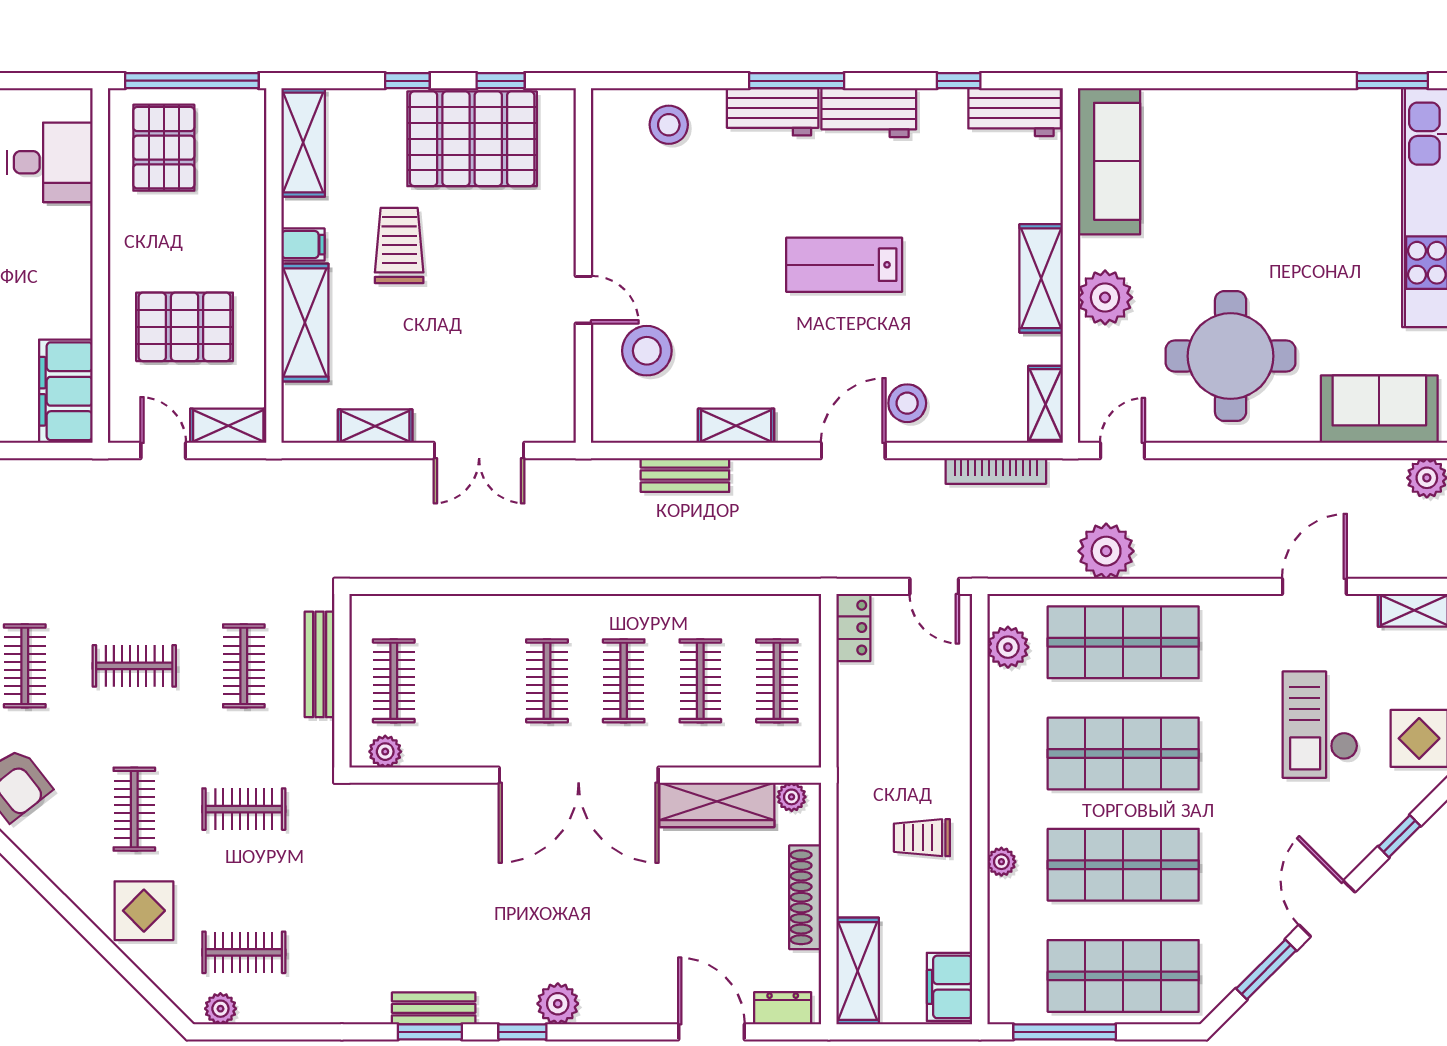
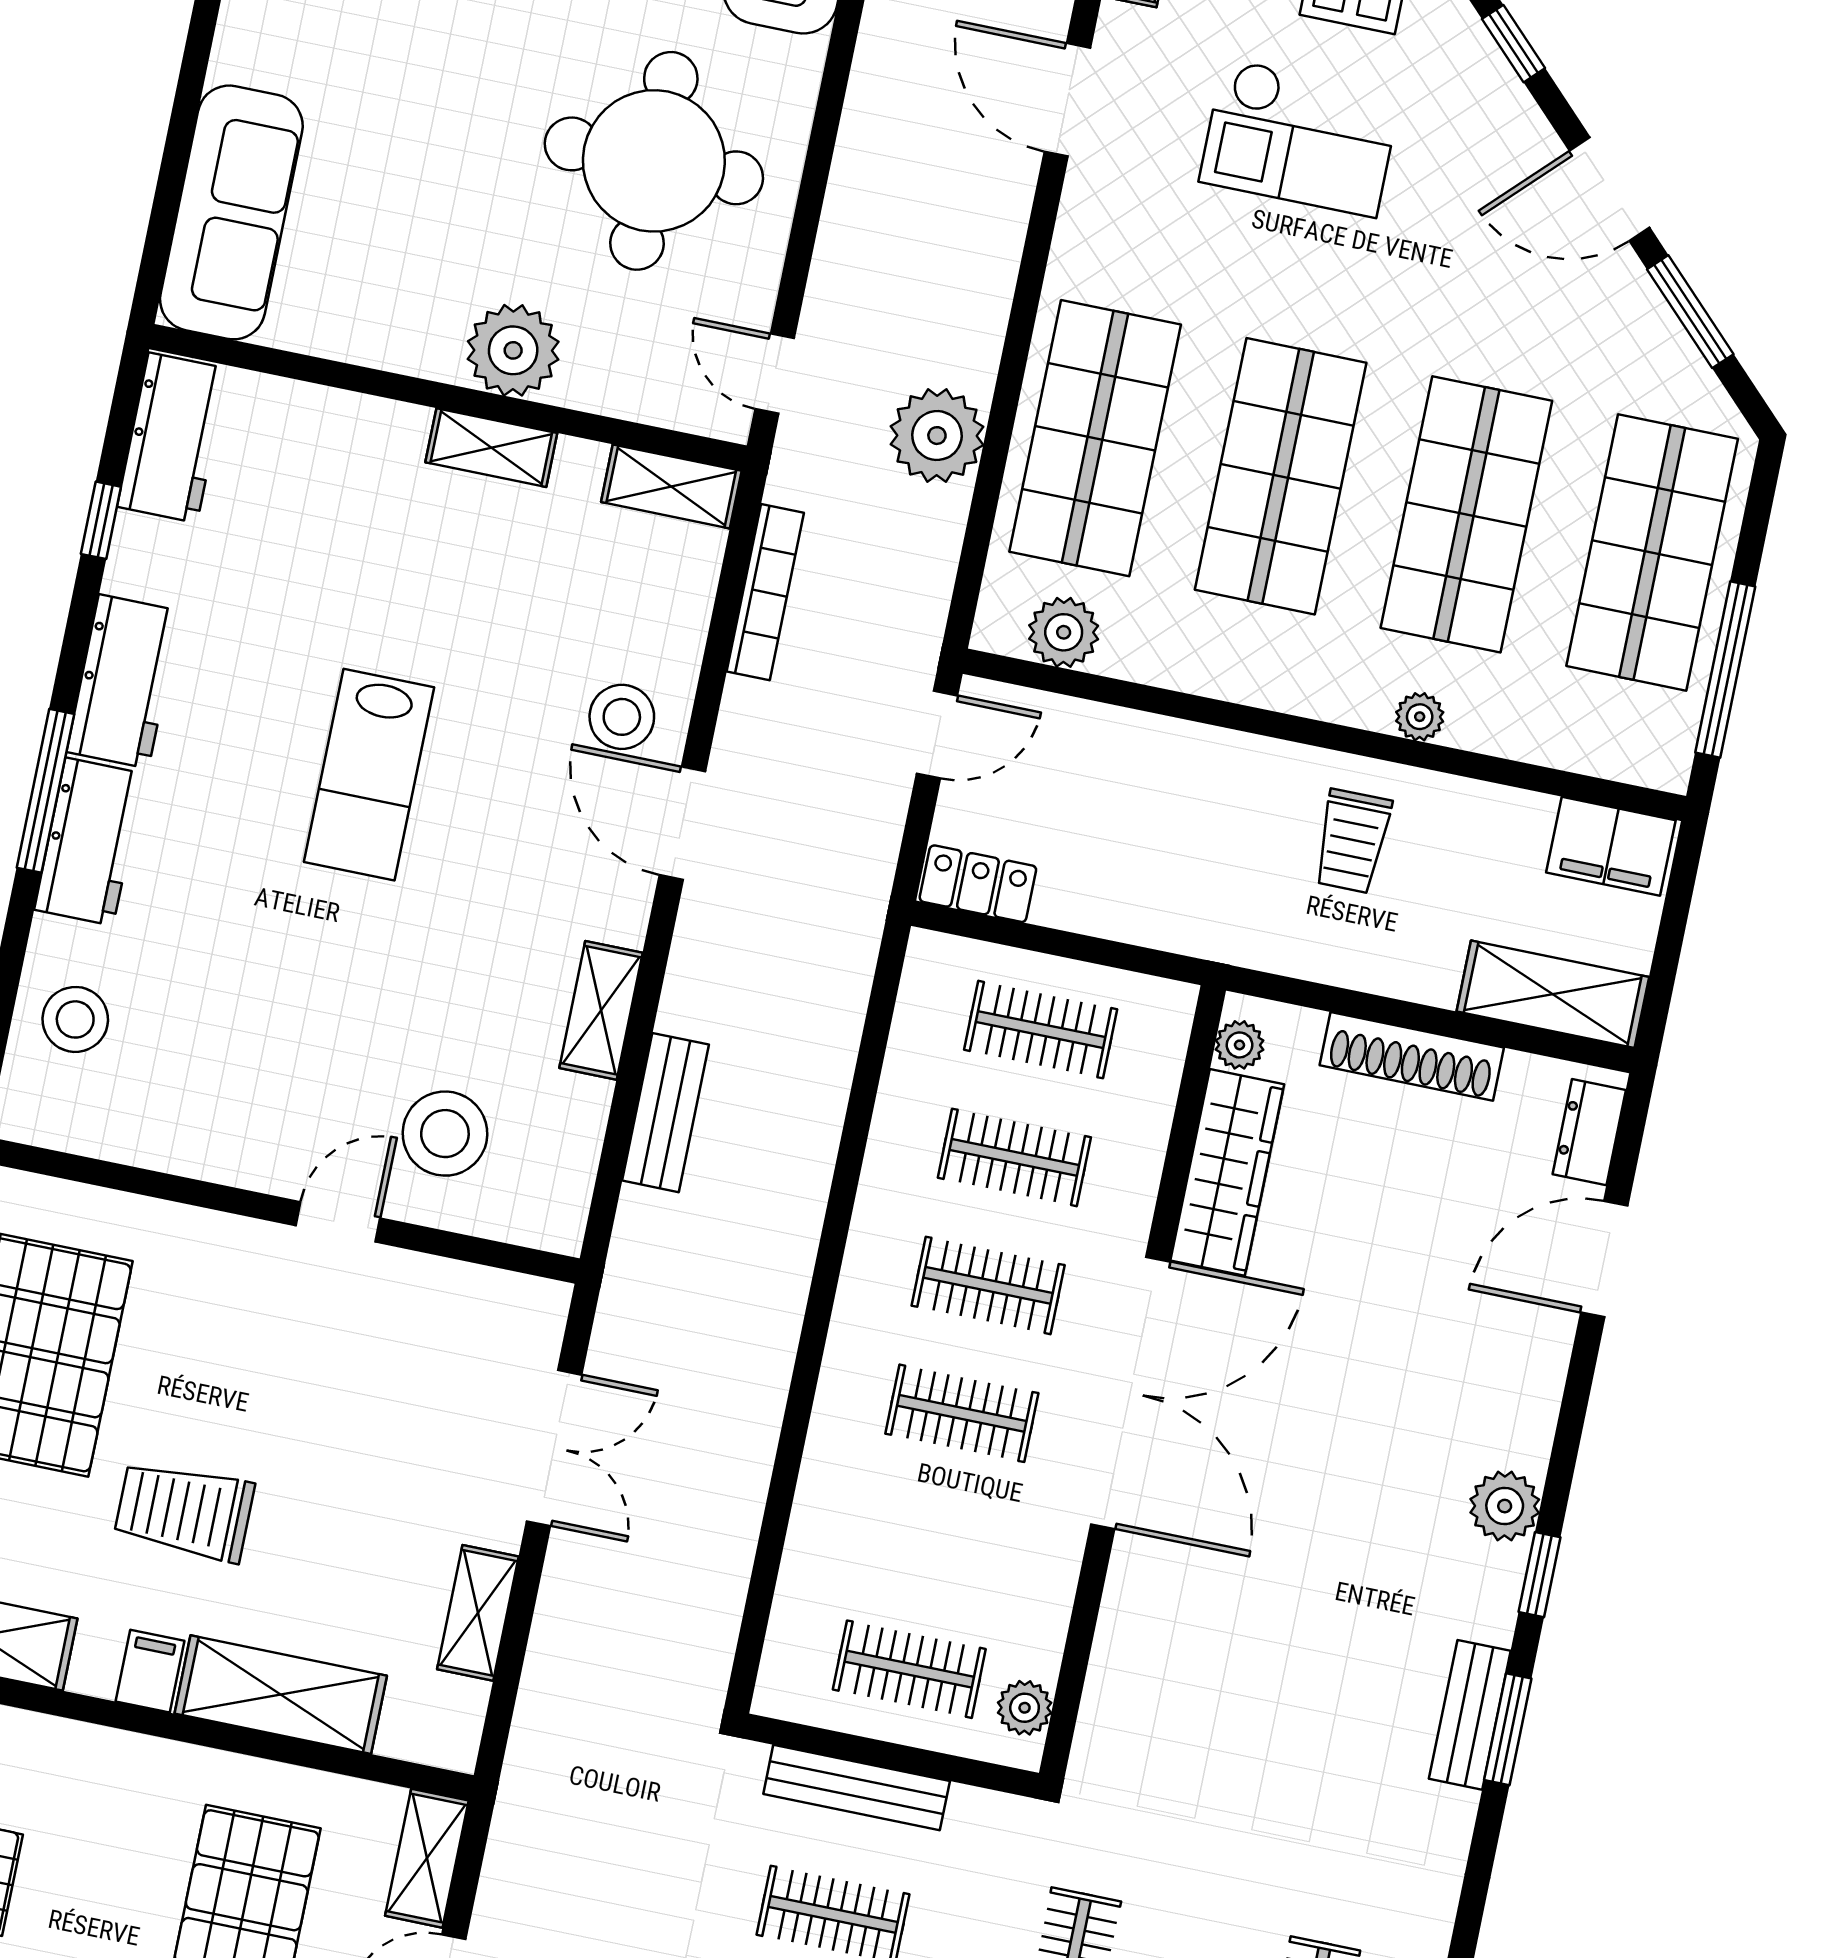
sofa: (1109, 161) -> (231, 212), moved, turned 90
shelving: (1041, 278) -> (491, 448), width x0.67, depth x0.75

